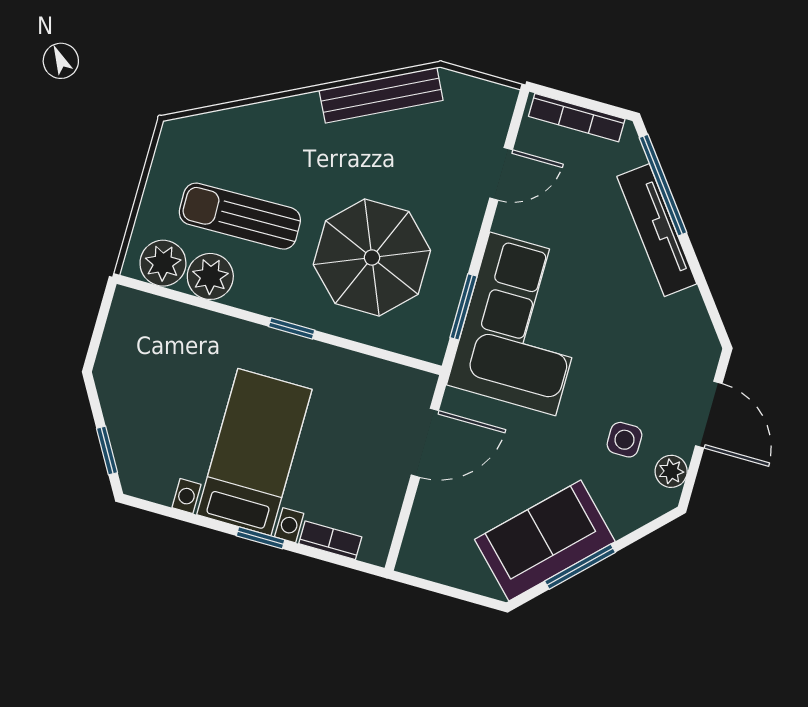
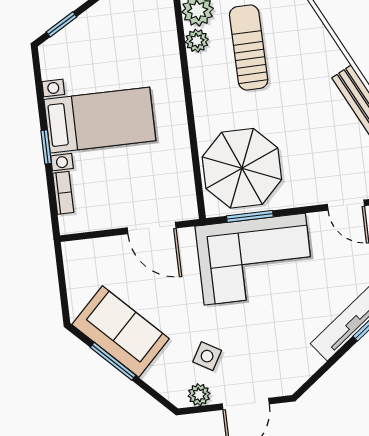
parasol: (372, 257) -> (242, 168), moved
plant: (210, 276) -> (197, 41), width x0.73, depth x0.73
window: (292, 328) -> (190, 111), removed
side table: (624, 440) -> (207, 356), turned 30

